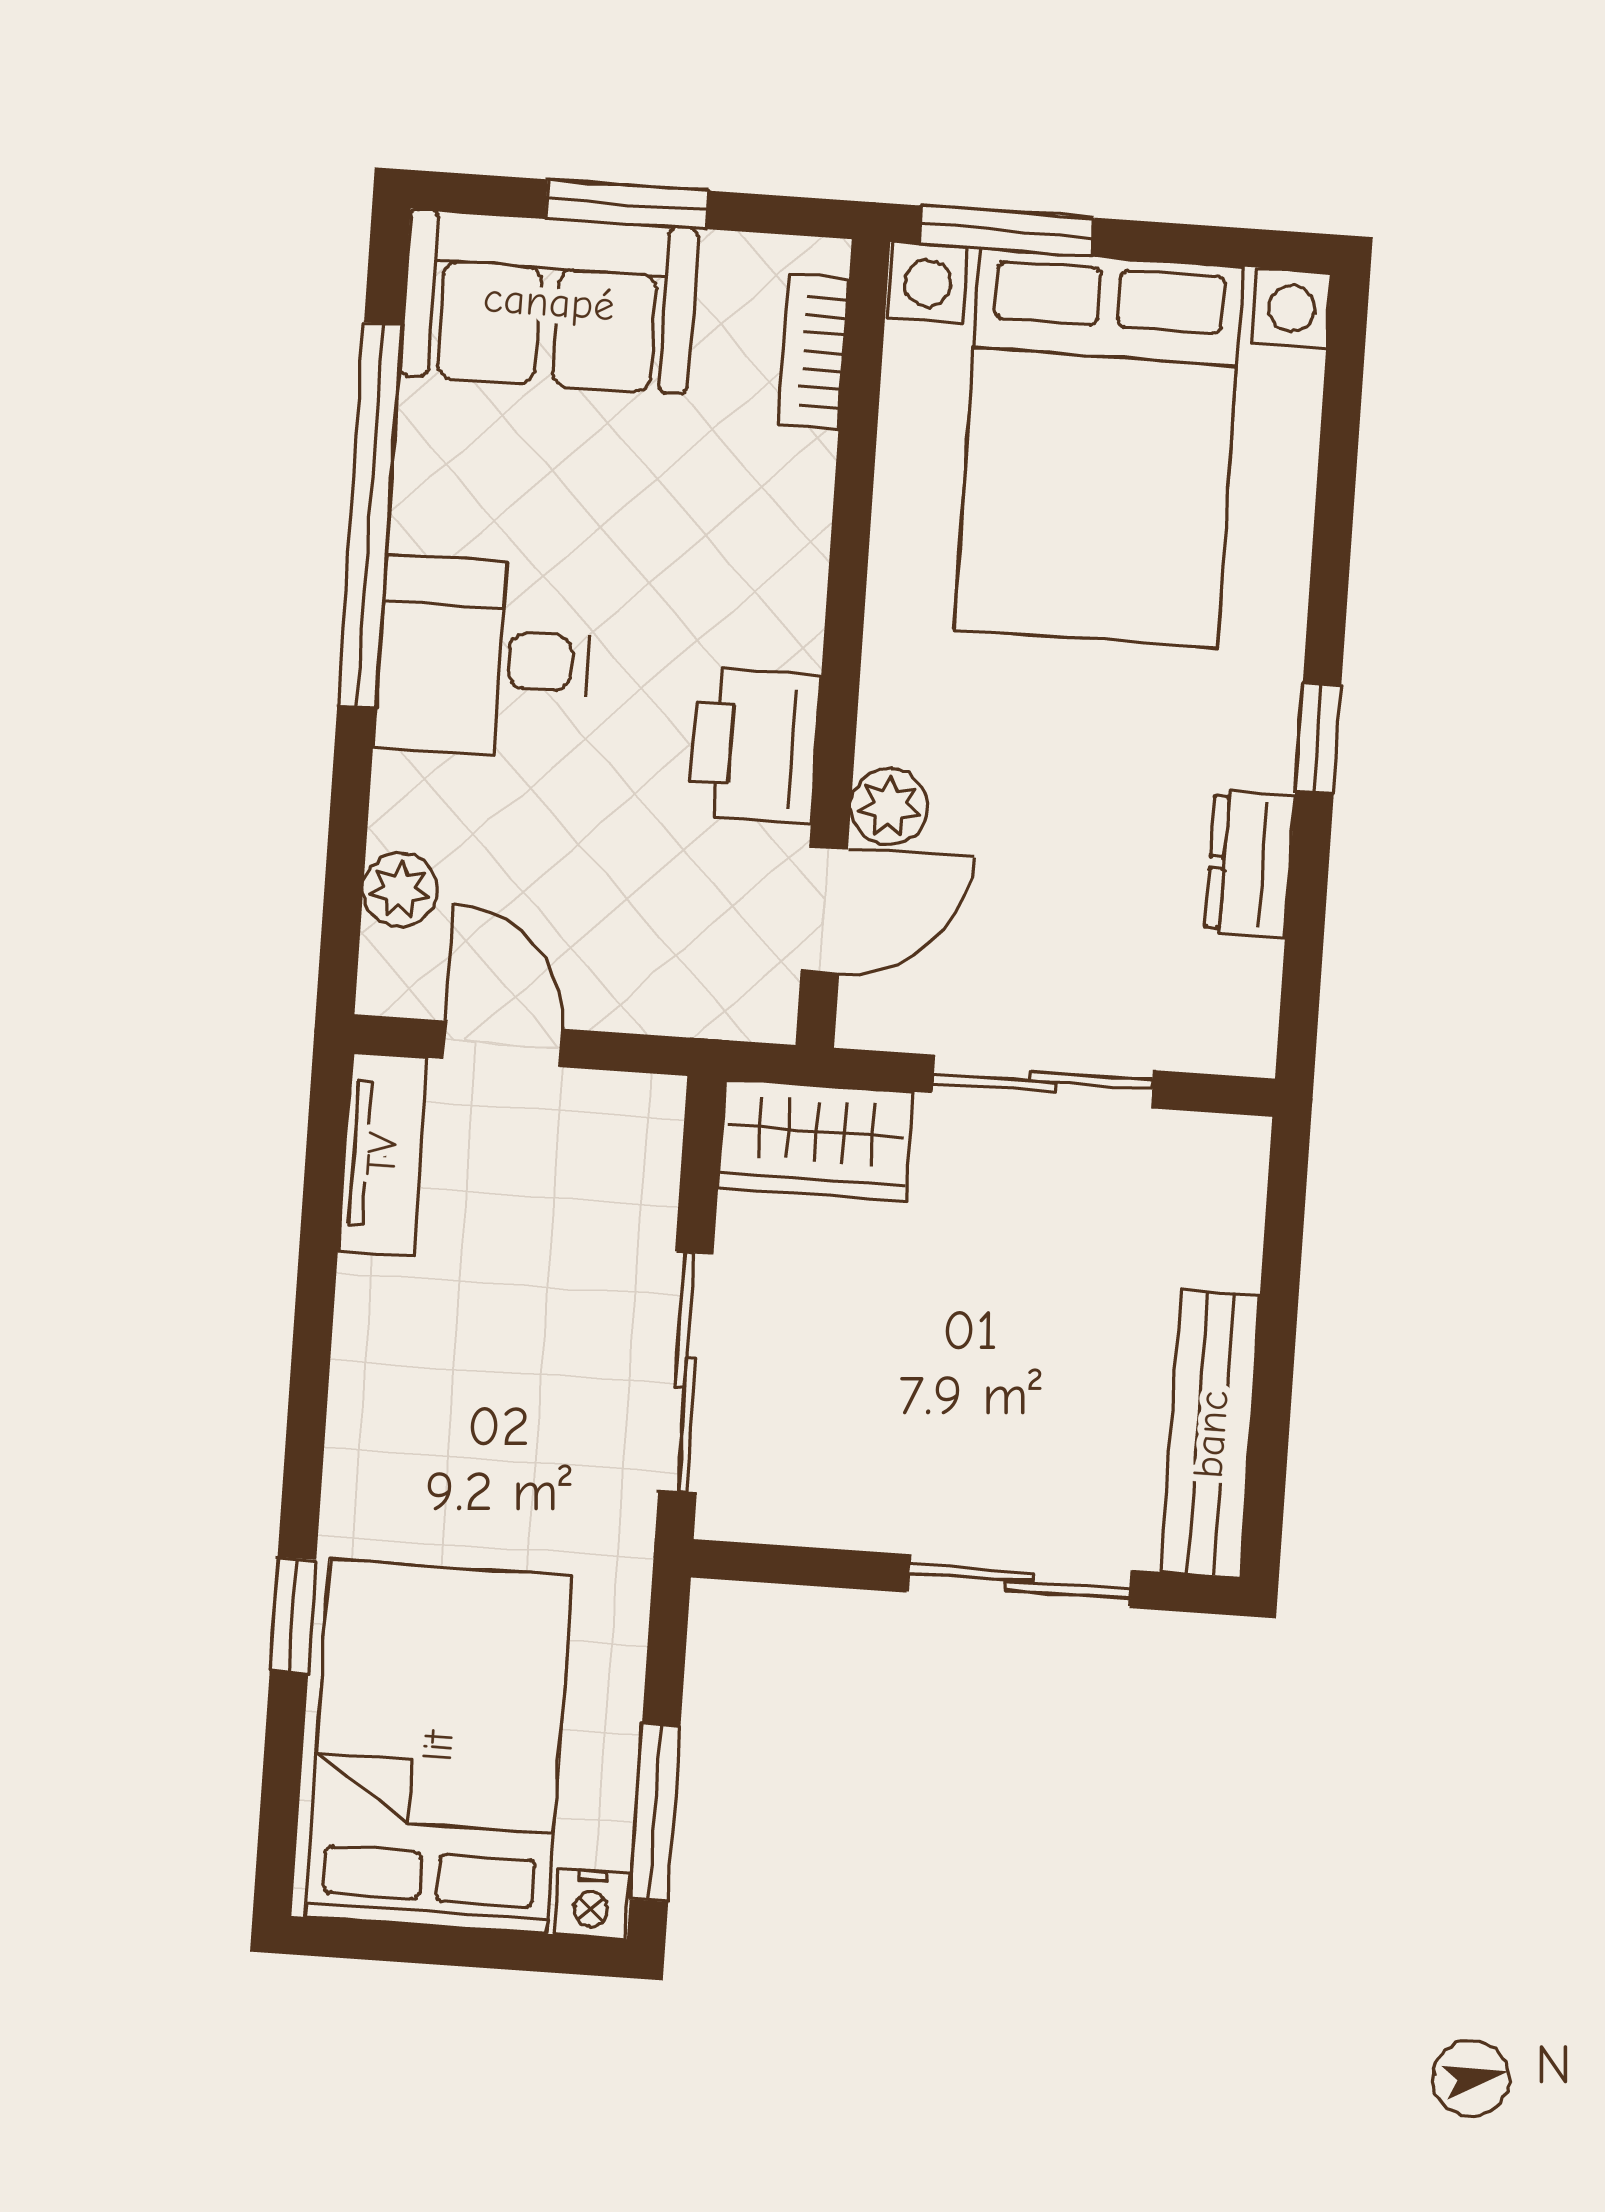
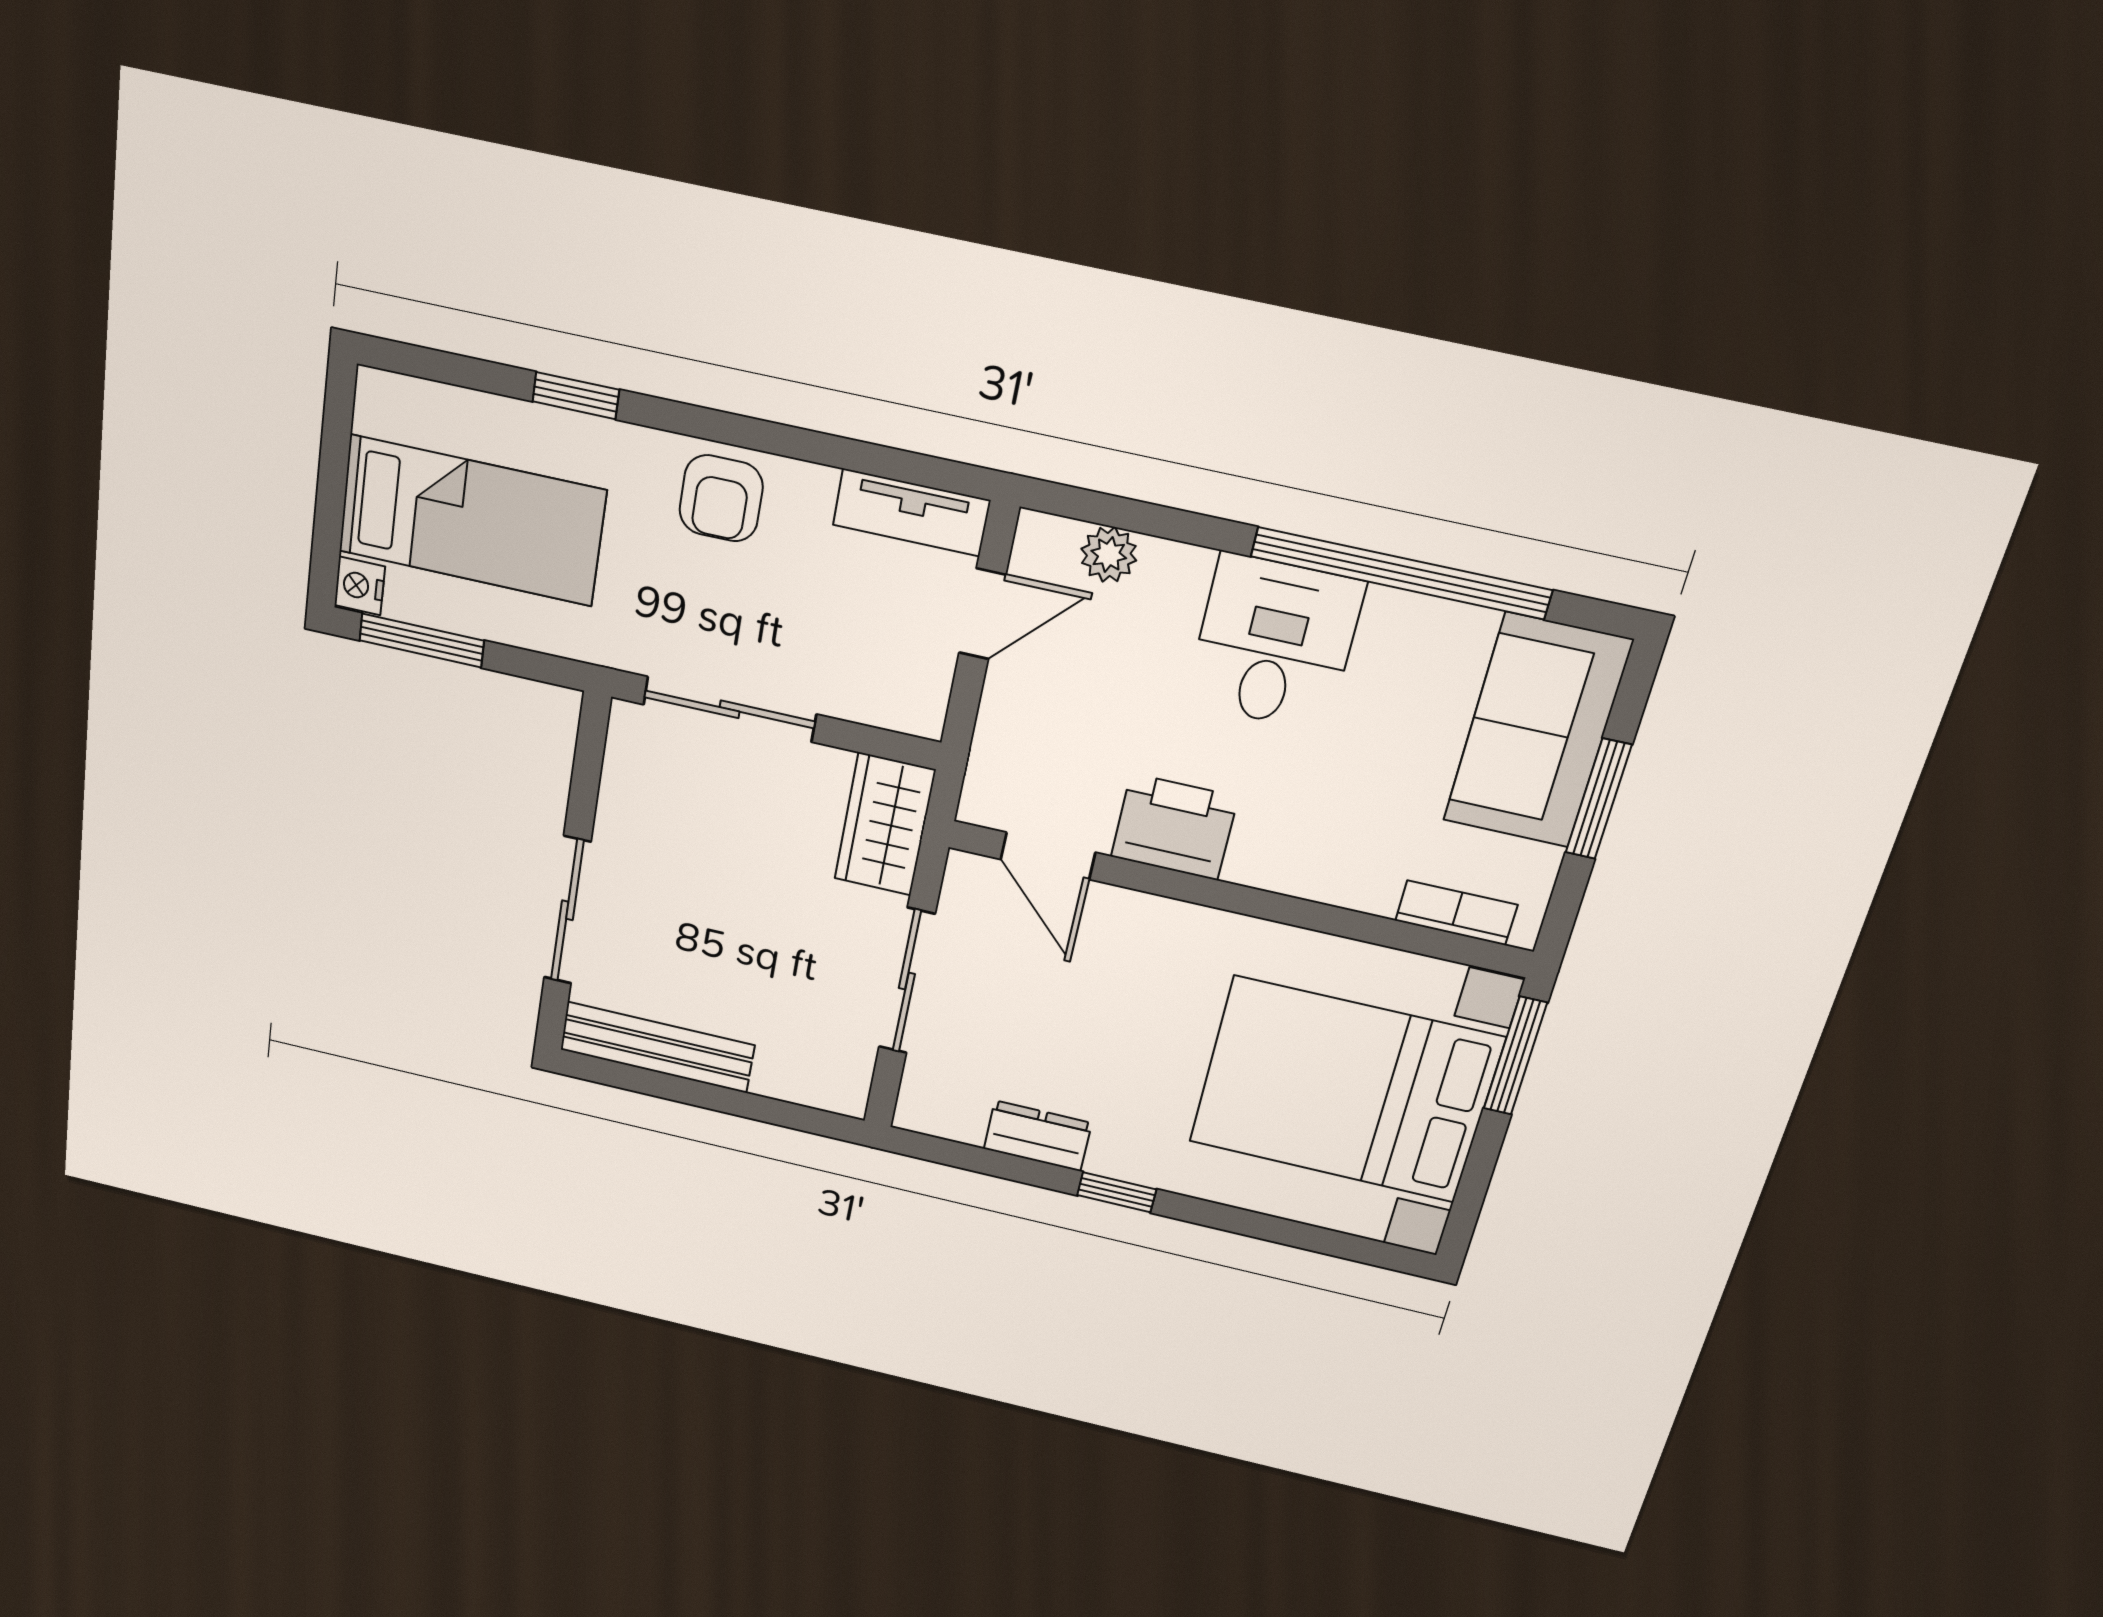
plant: (889, 806) -> (1115, 911), removed
armchair: (400, 1409) -> (721, 498), added
bed: (438, 1746) -> (471, 521), width x0.67

